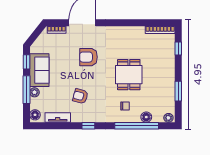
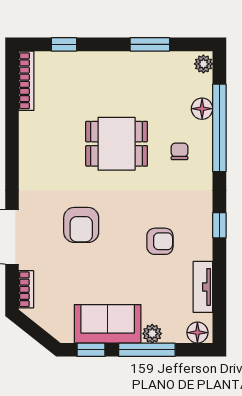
armchair: (80, 96) -> (160, 241), turned -105

